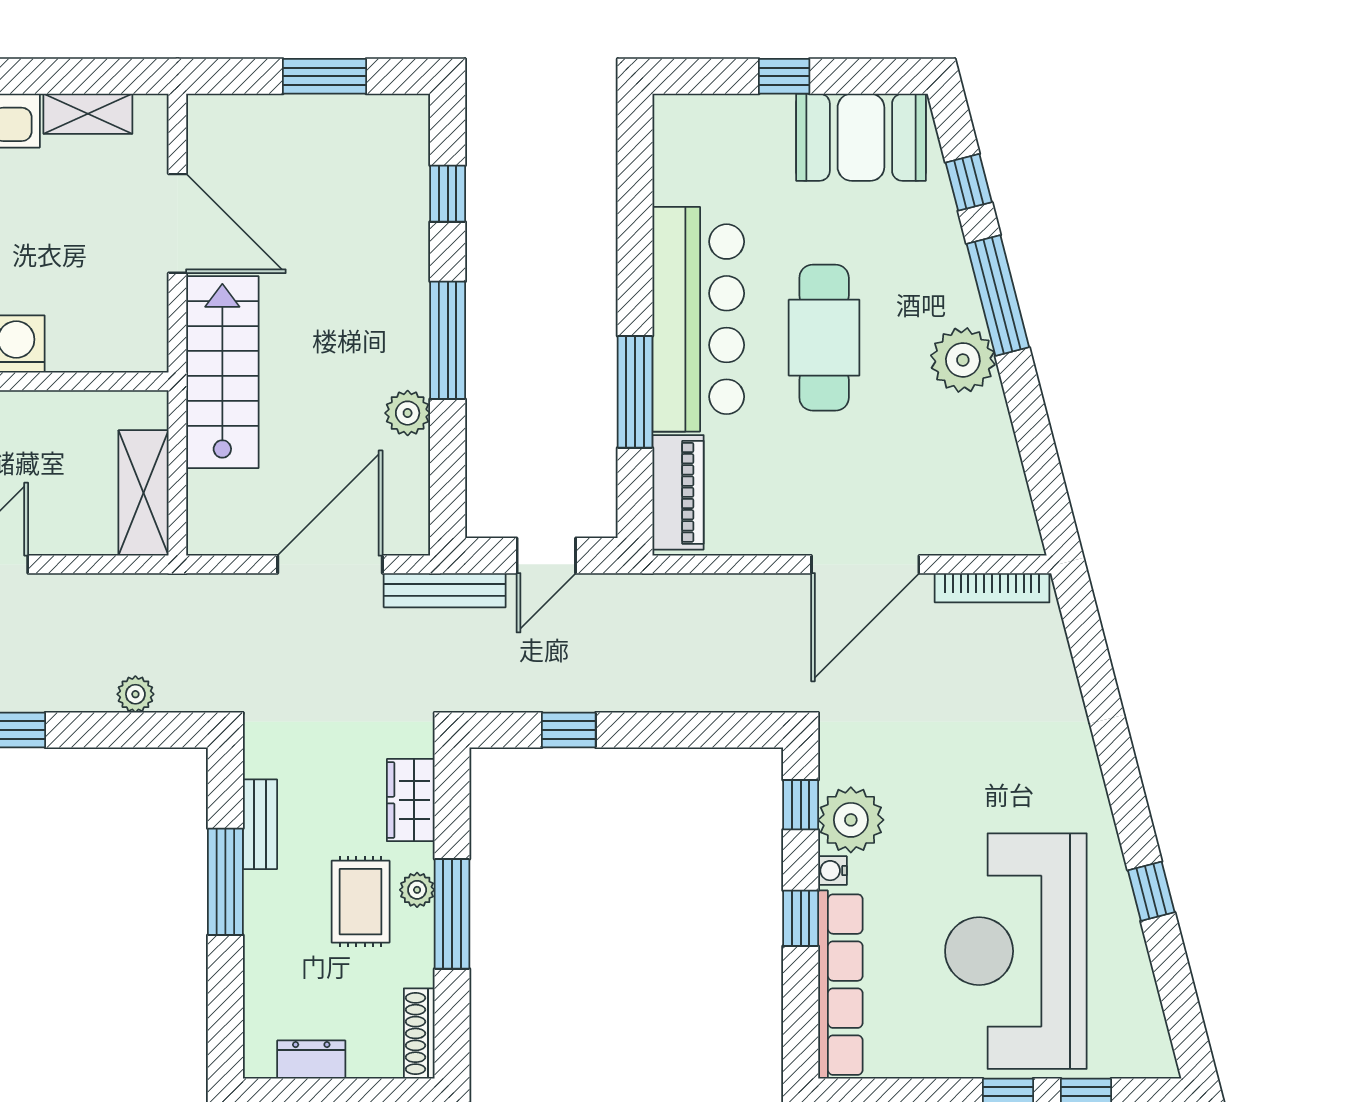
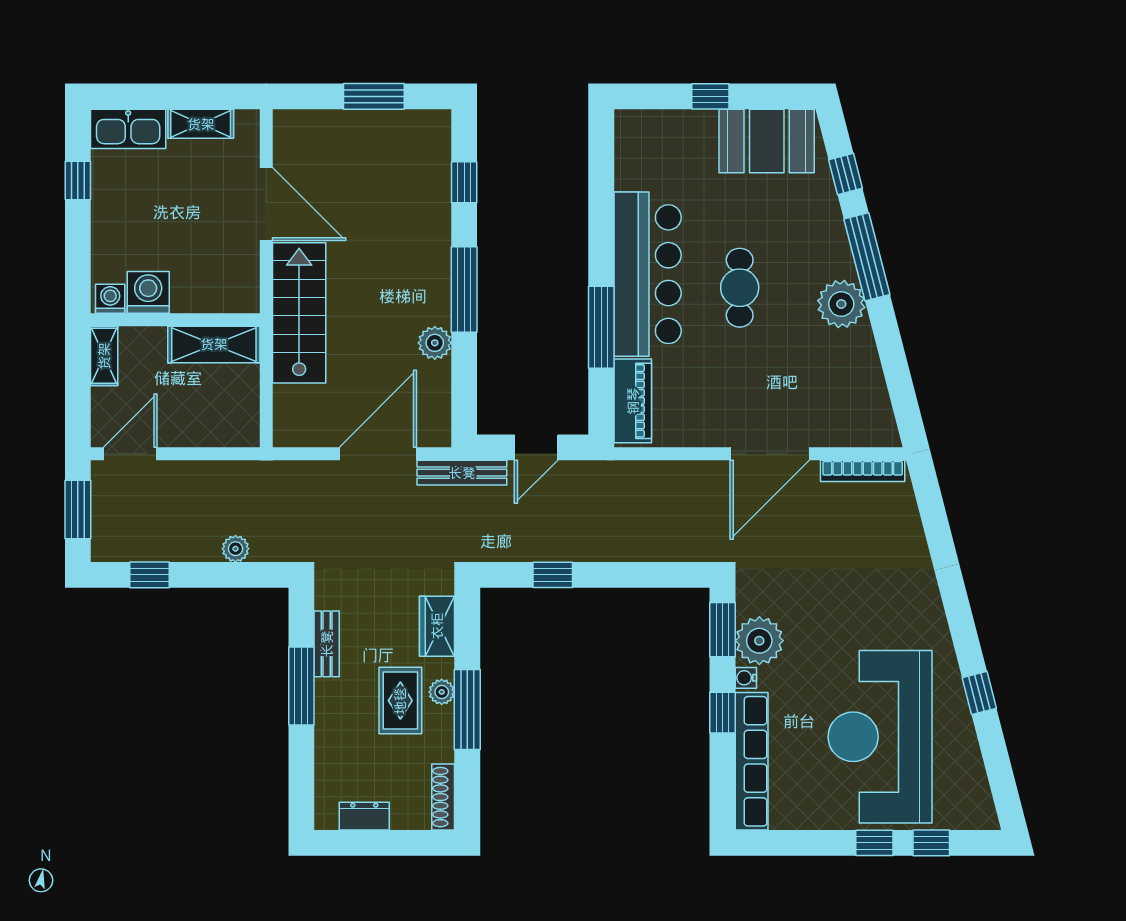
cafe table: (824, 338) -> (740, 288), width x0.73, depth x0.74
shelving: (144, 493) -> (214, 344), moved, turned 90
window: (801, 805) -> (722, 630), width x1.50

